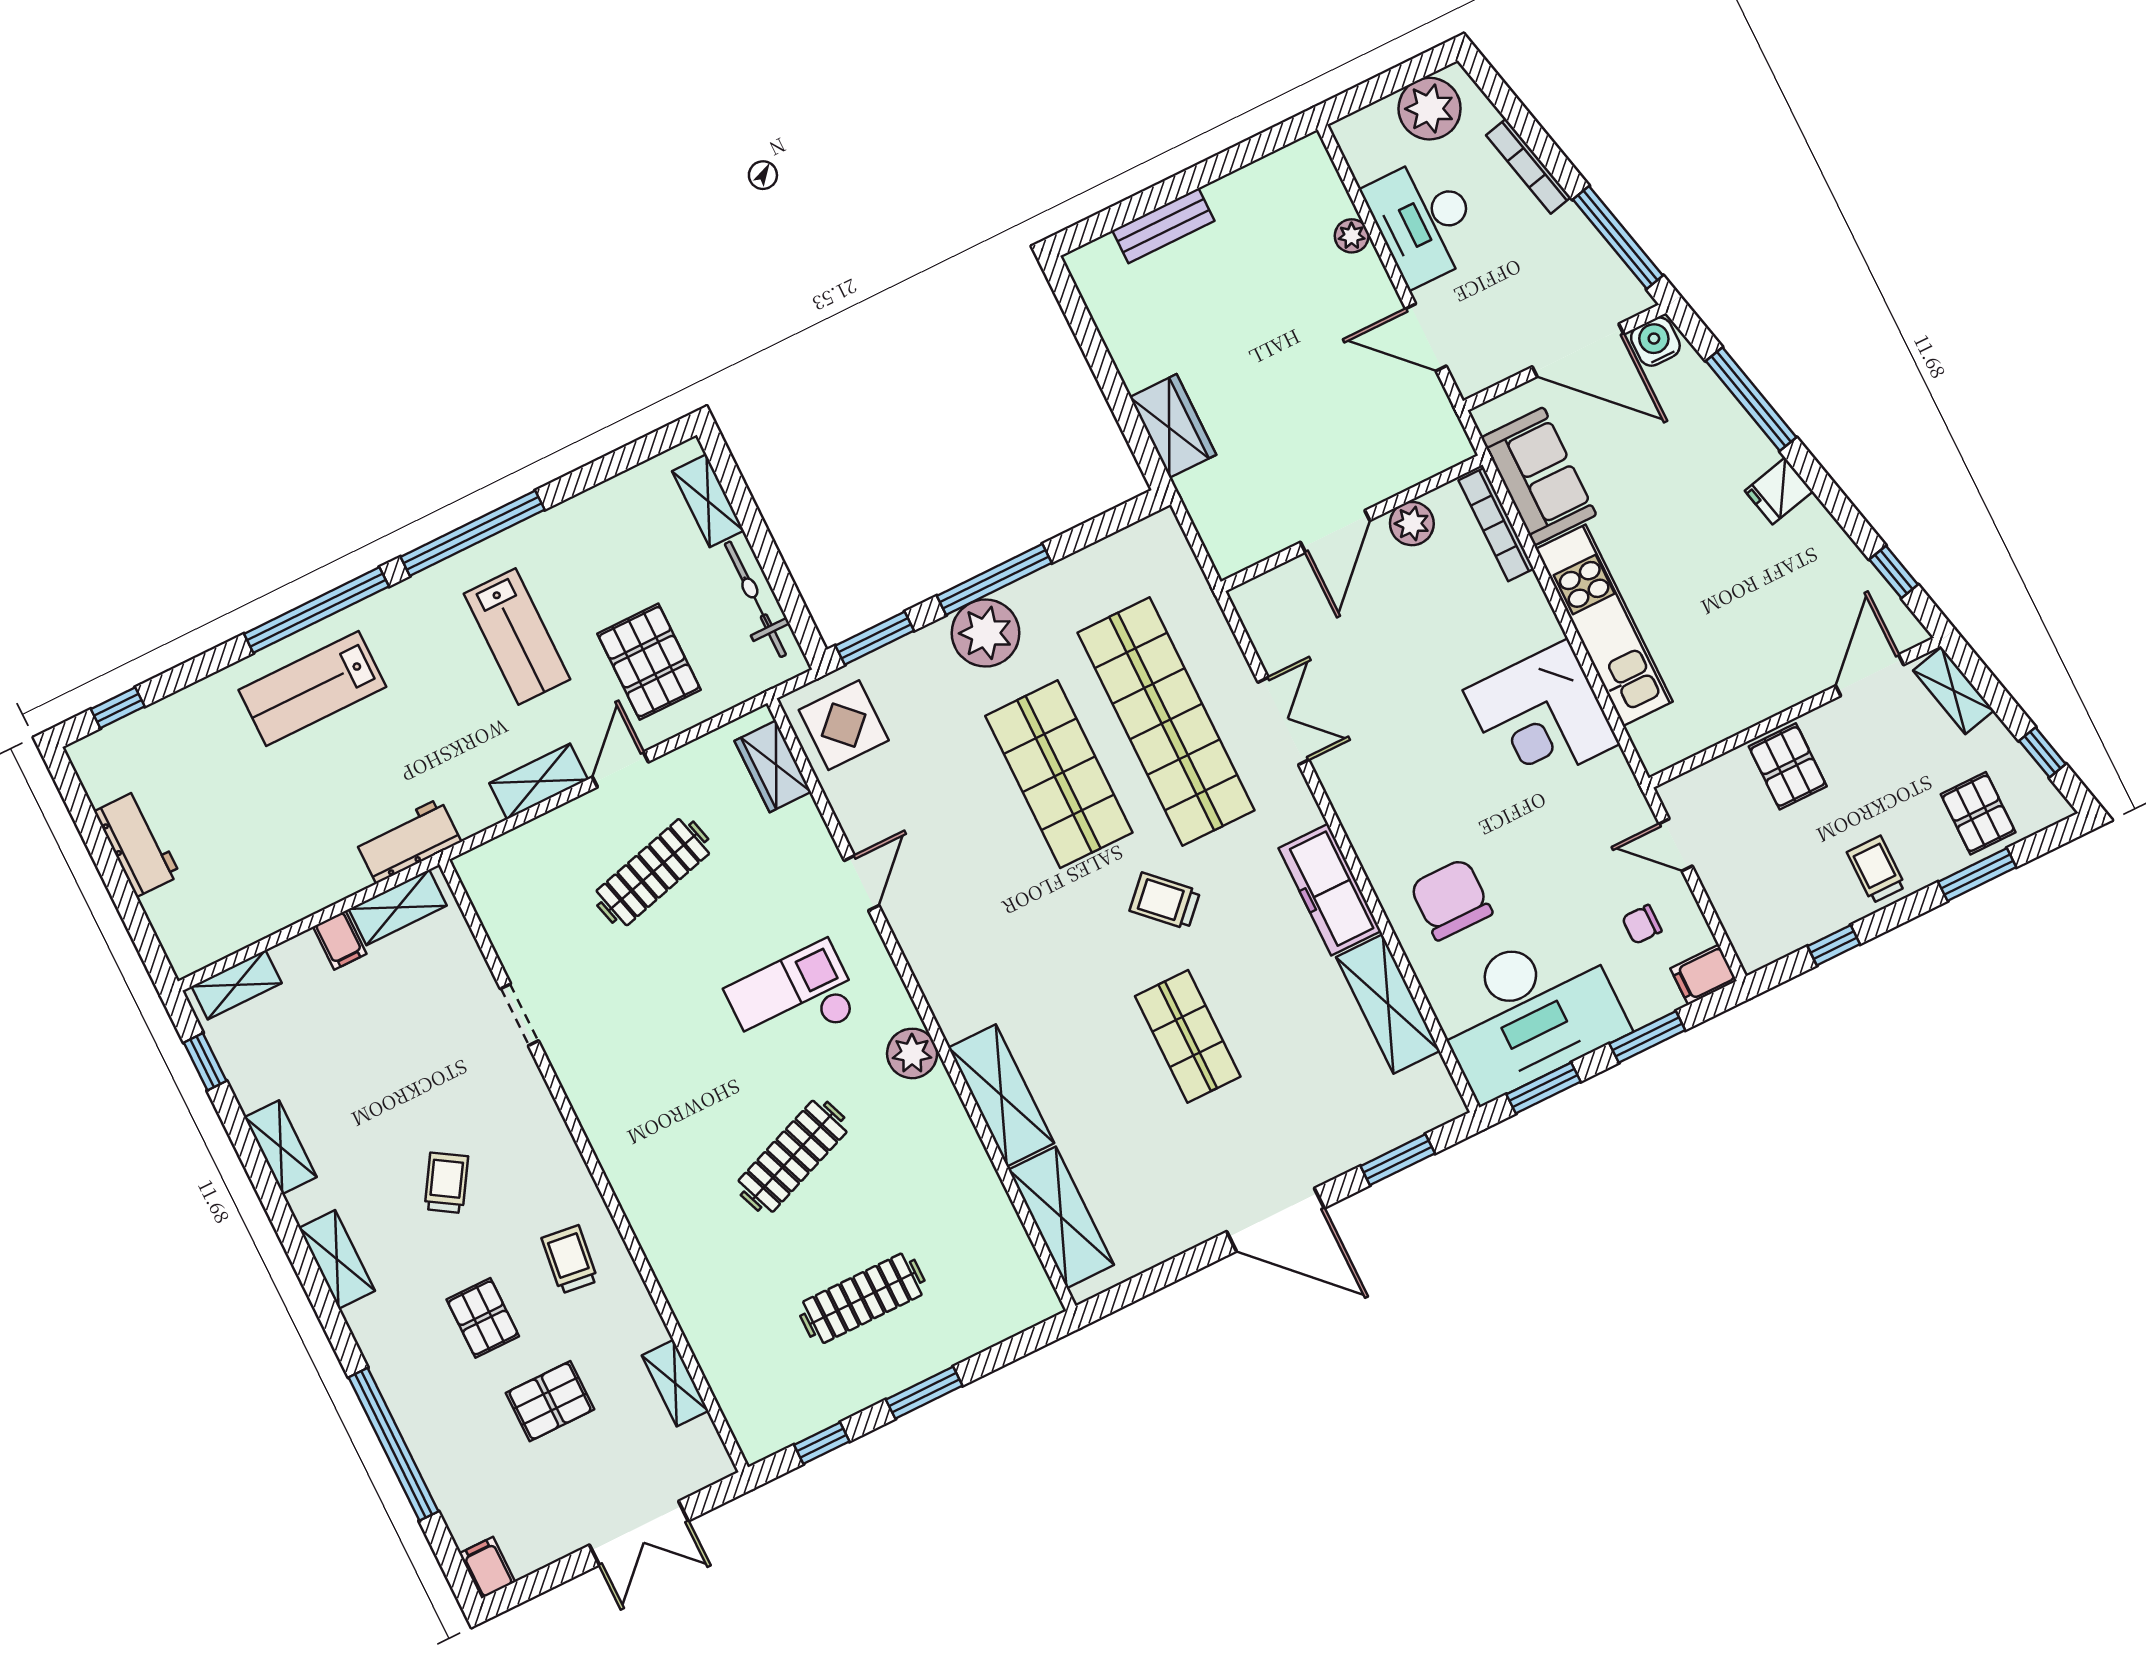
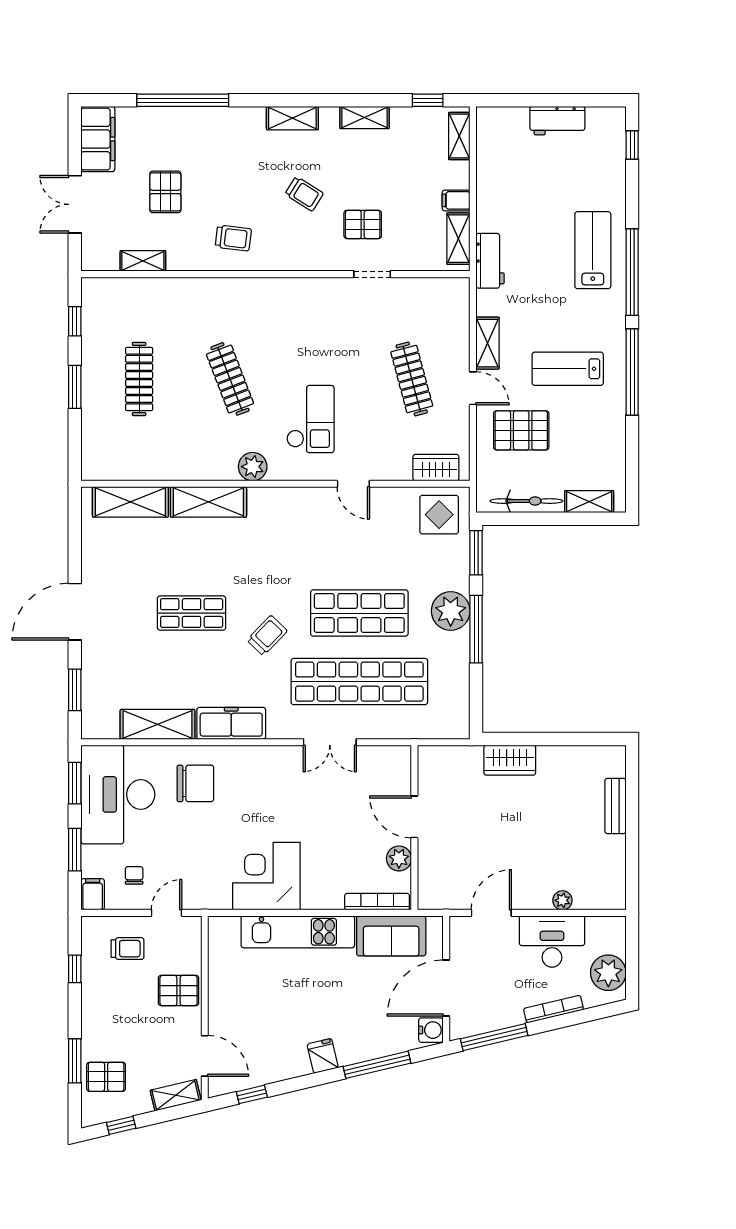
trolley: (1876, 869) -> (128, 949), moved
pallet: (483, 1318) -> (363, 224), moved
filing cabinet: (487, 1568) -> (98, 139), width x3.00, depth x1.17

